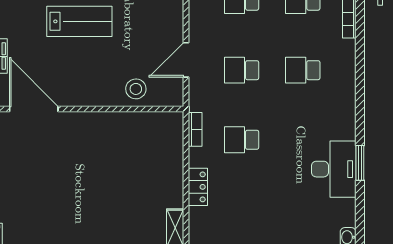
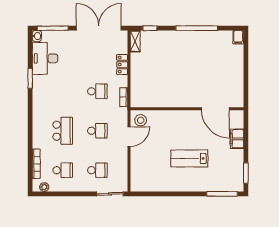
school desk: (303, 70) -> (63, 131), width x1.85
stool: (136, 89) -> (141, 120), moved
desk: (334, 169) -> (45, 58), moved

